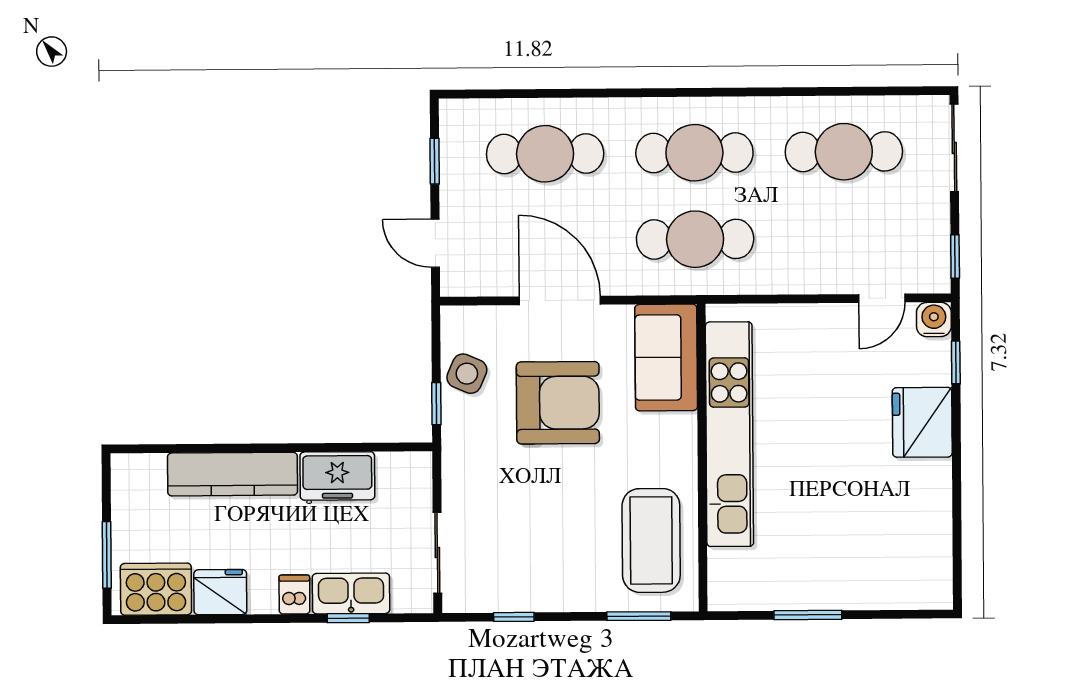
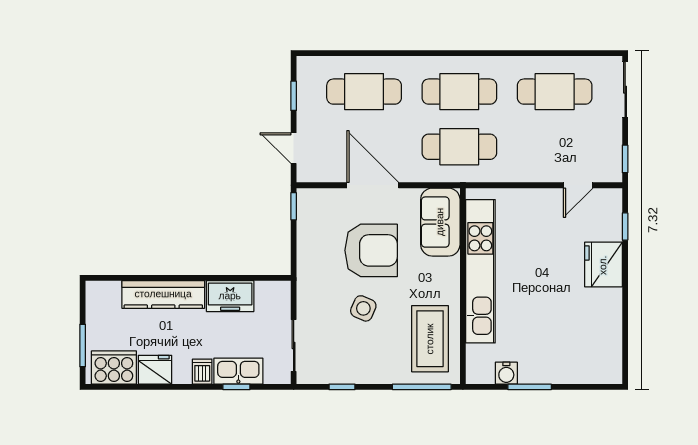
water cooler: (934, 319) -> (506, 373), moved, turned 180
side table: (467, 374) -> (363, 308), moved
window: (436, 404) -> (294, 206), moved
window: (639, 616) -> (422, 387), width x1.44

